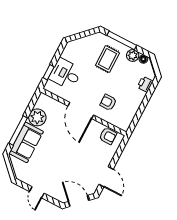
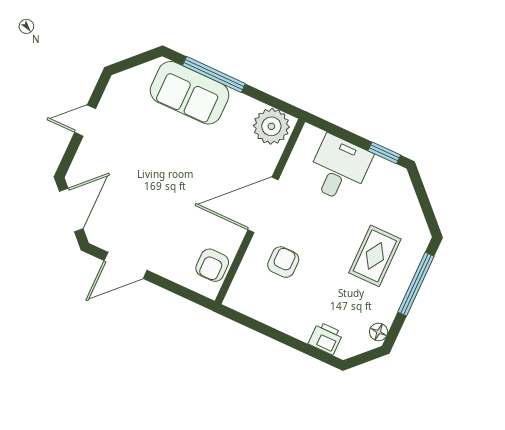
plant: (133, 56) -> (385, 309), removed
rug: (107, 59) -> (375, 256), turned 90
window: (49, 72) -> (384, 153), moved
plant: (37, 117) -> (271, 126), moved

